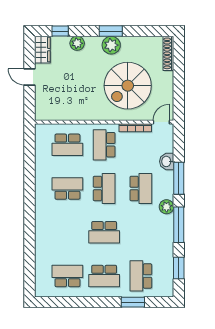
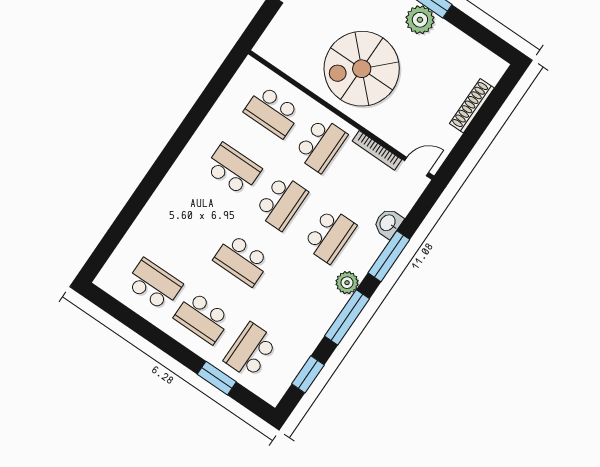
shoe rack: (168, 53) -> (472, 106), moved
spiral stairs: (128, 86) -> (362, 69), moved
school desk: (104, 145) -> (321, 145), turned 180

